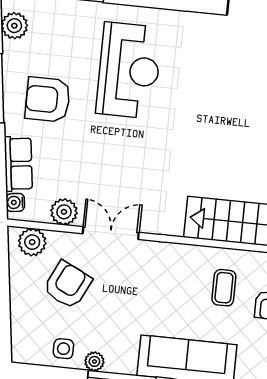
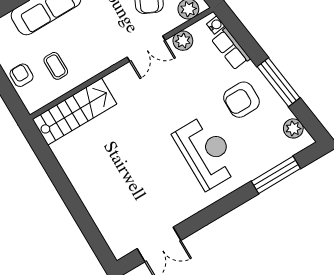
reception desk: (129, 70) -> (206, 152), turned 180
armchair: (48, 99) -> (241, 100), turned 180

